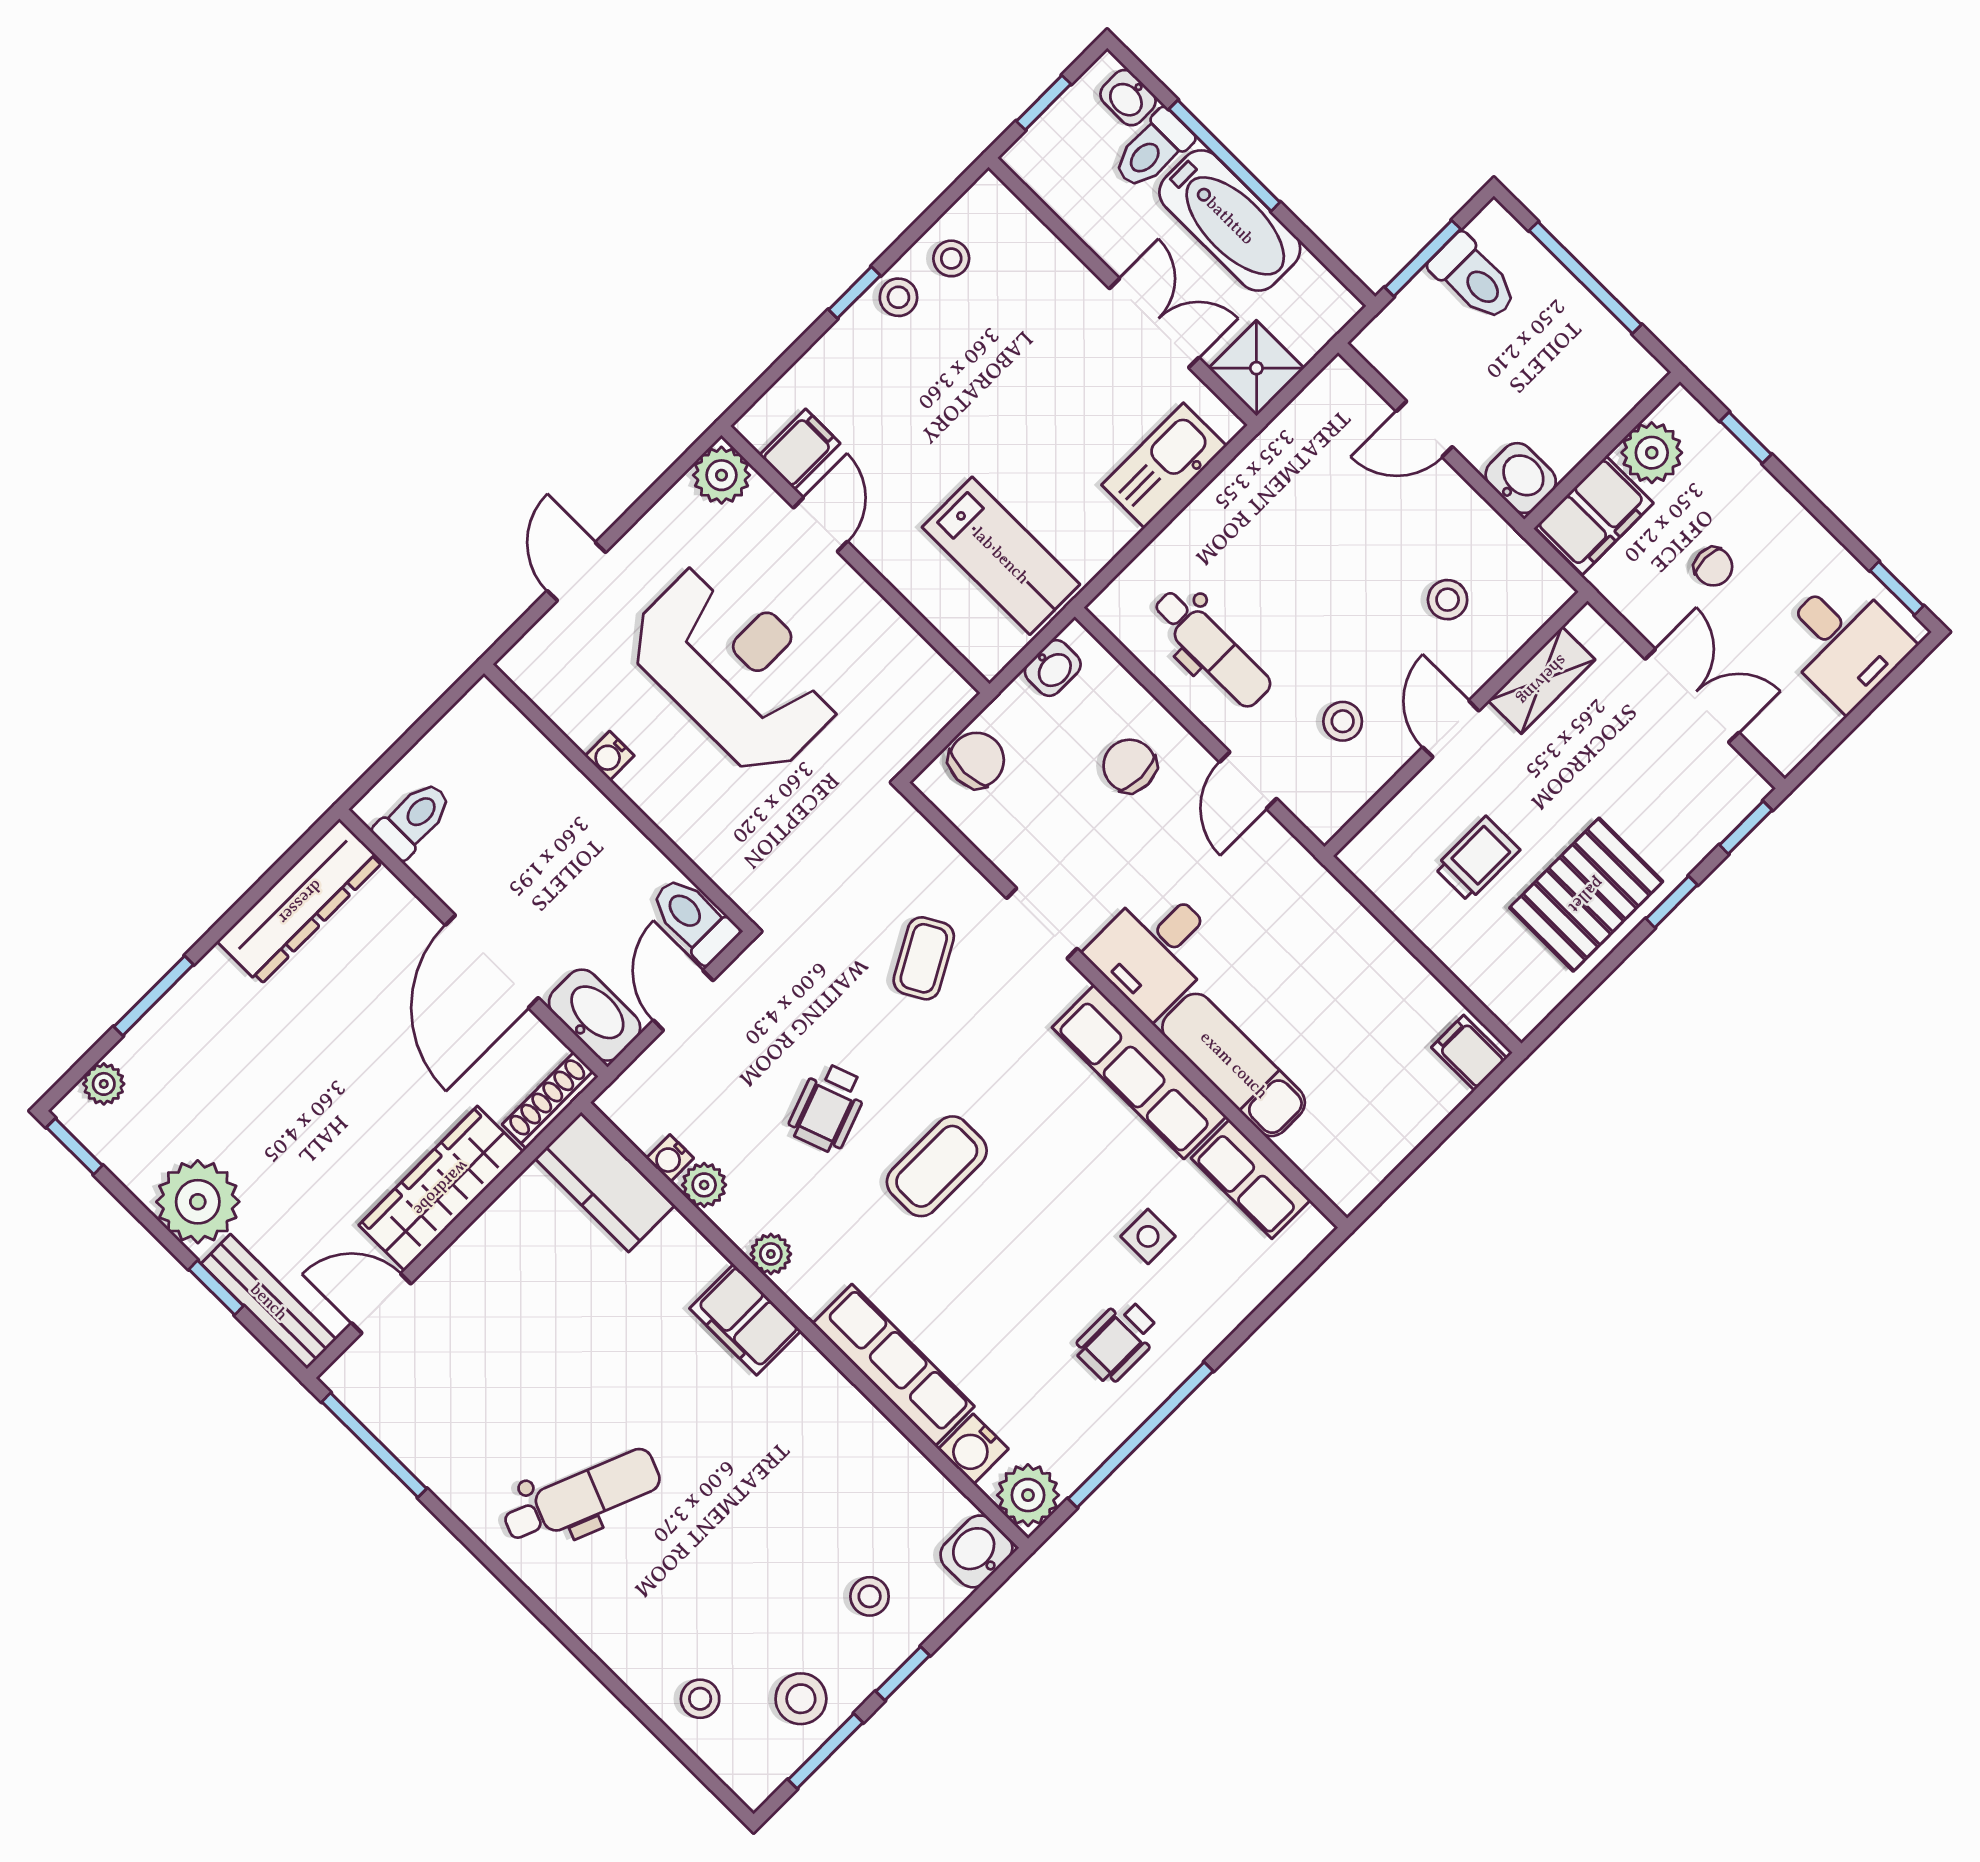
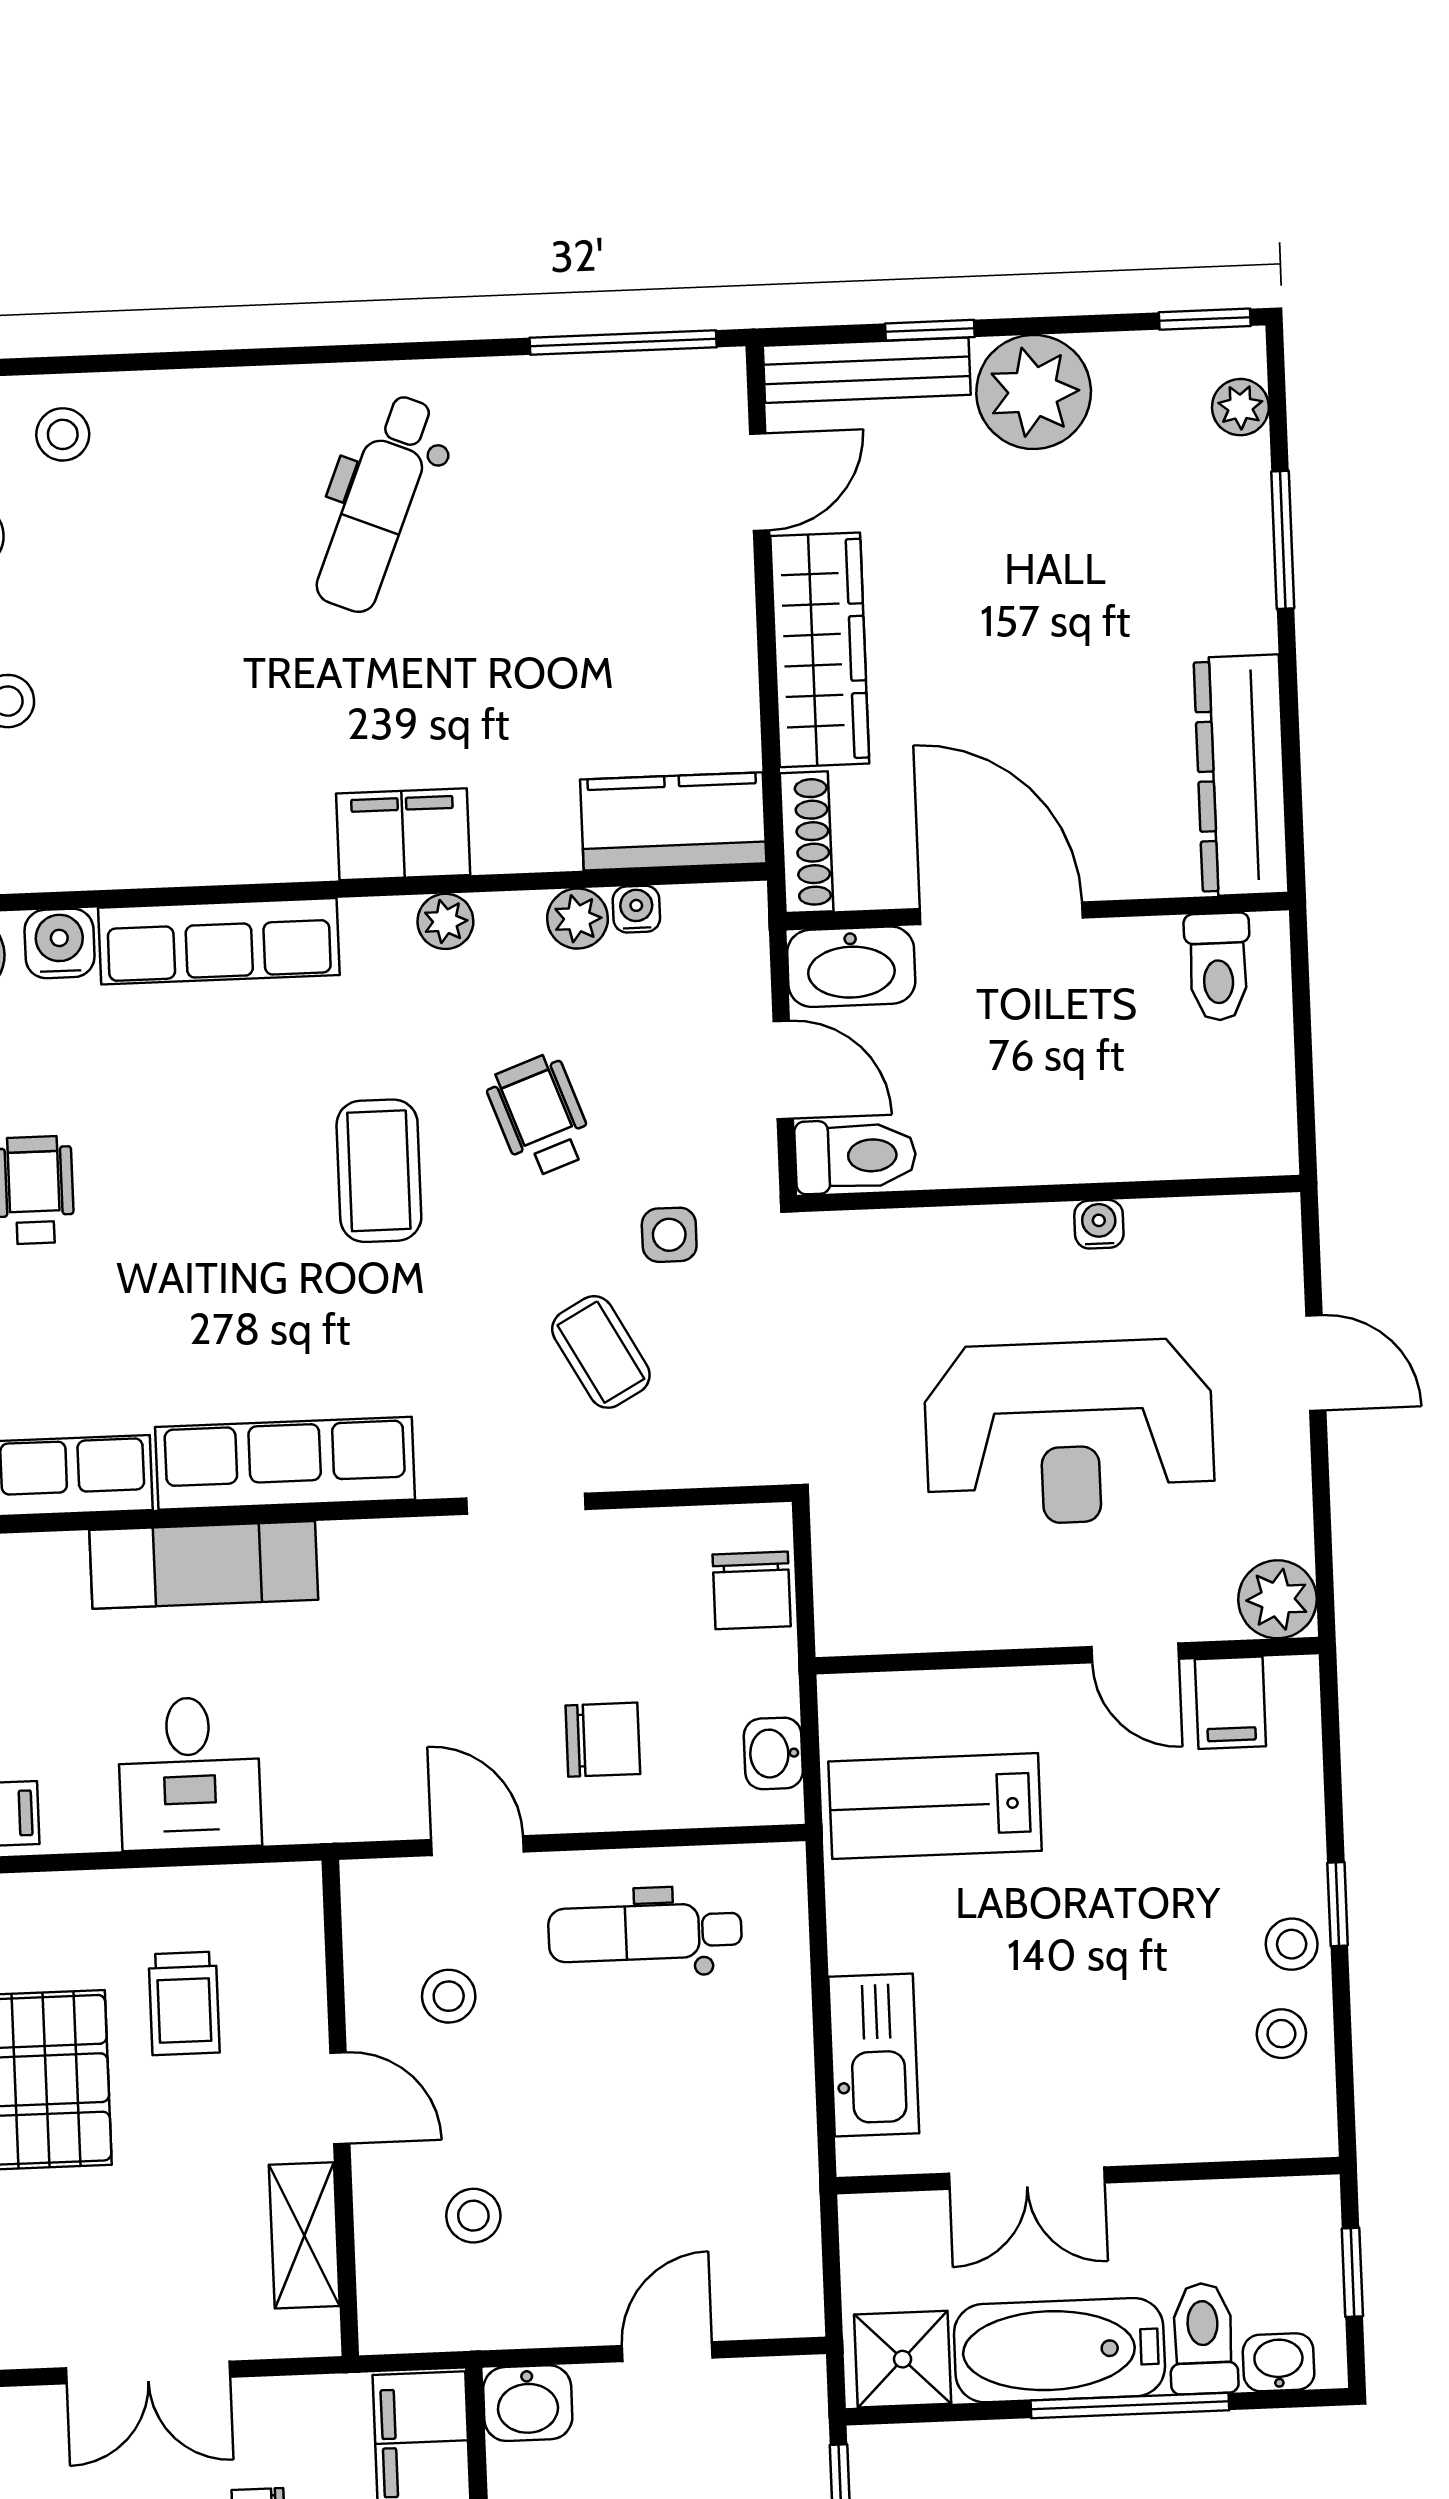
shower: (1256, 368) -> (903, 2359), moved
desk: (1155, 950) -> (189, 1773), moved, turned 180
side table: (1148, 1236) -> (669, 1235), moved

